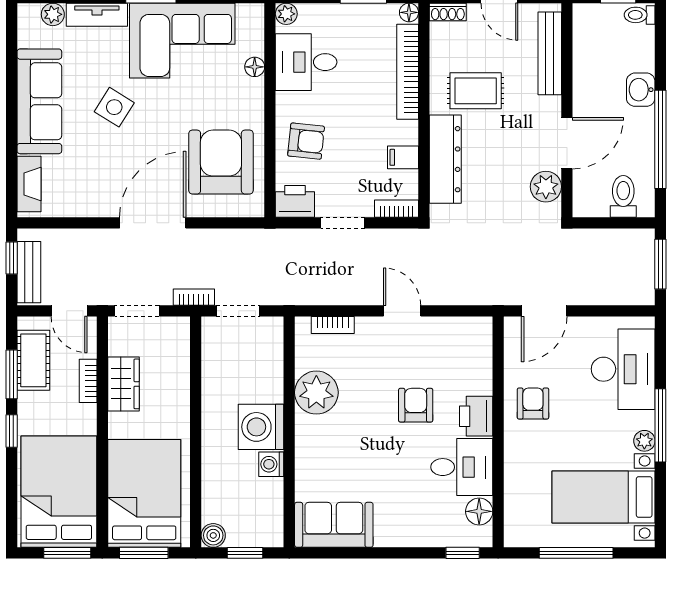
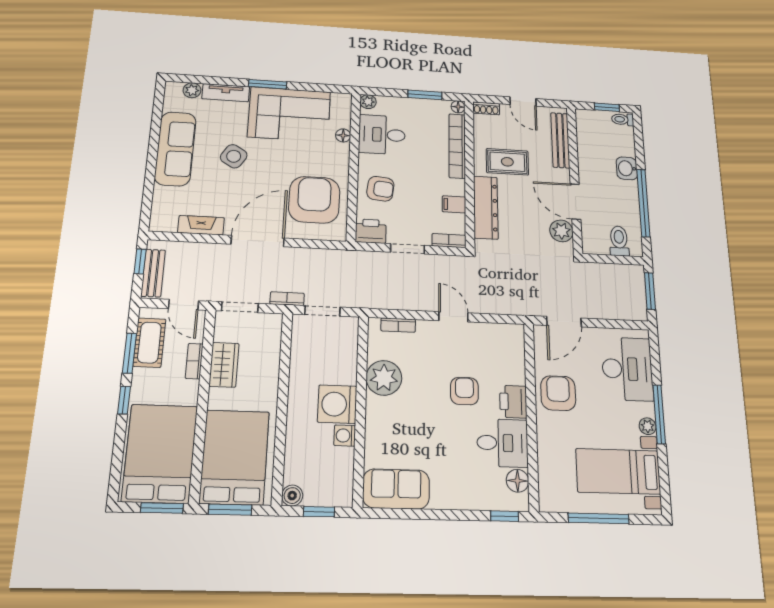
door: (567, 143) -> (576, 202), swing flipped
fireplace: (29, 184) -> (201, 225), moved, turned -90
armchair: (533, 403) -> (558, 393), width x1.38, depth x1.38

